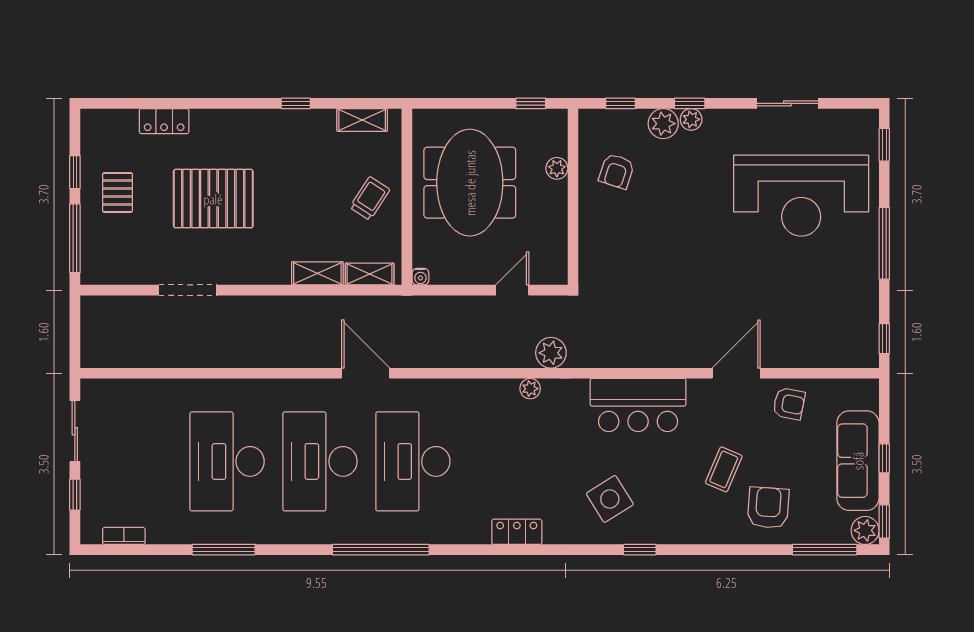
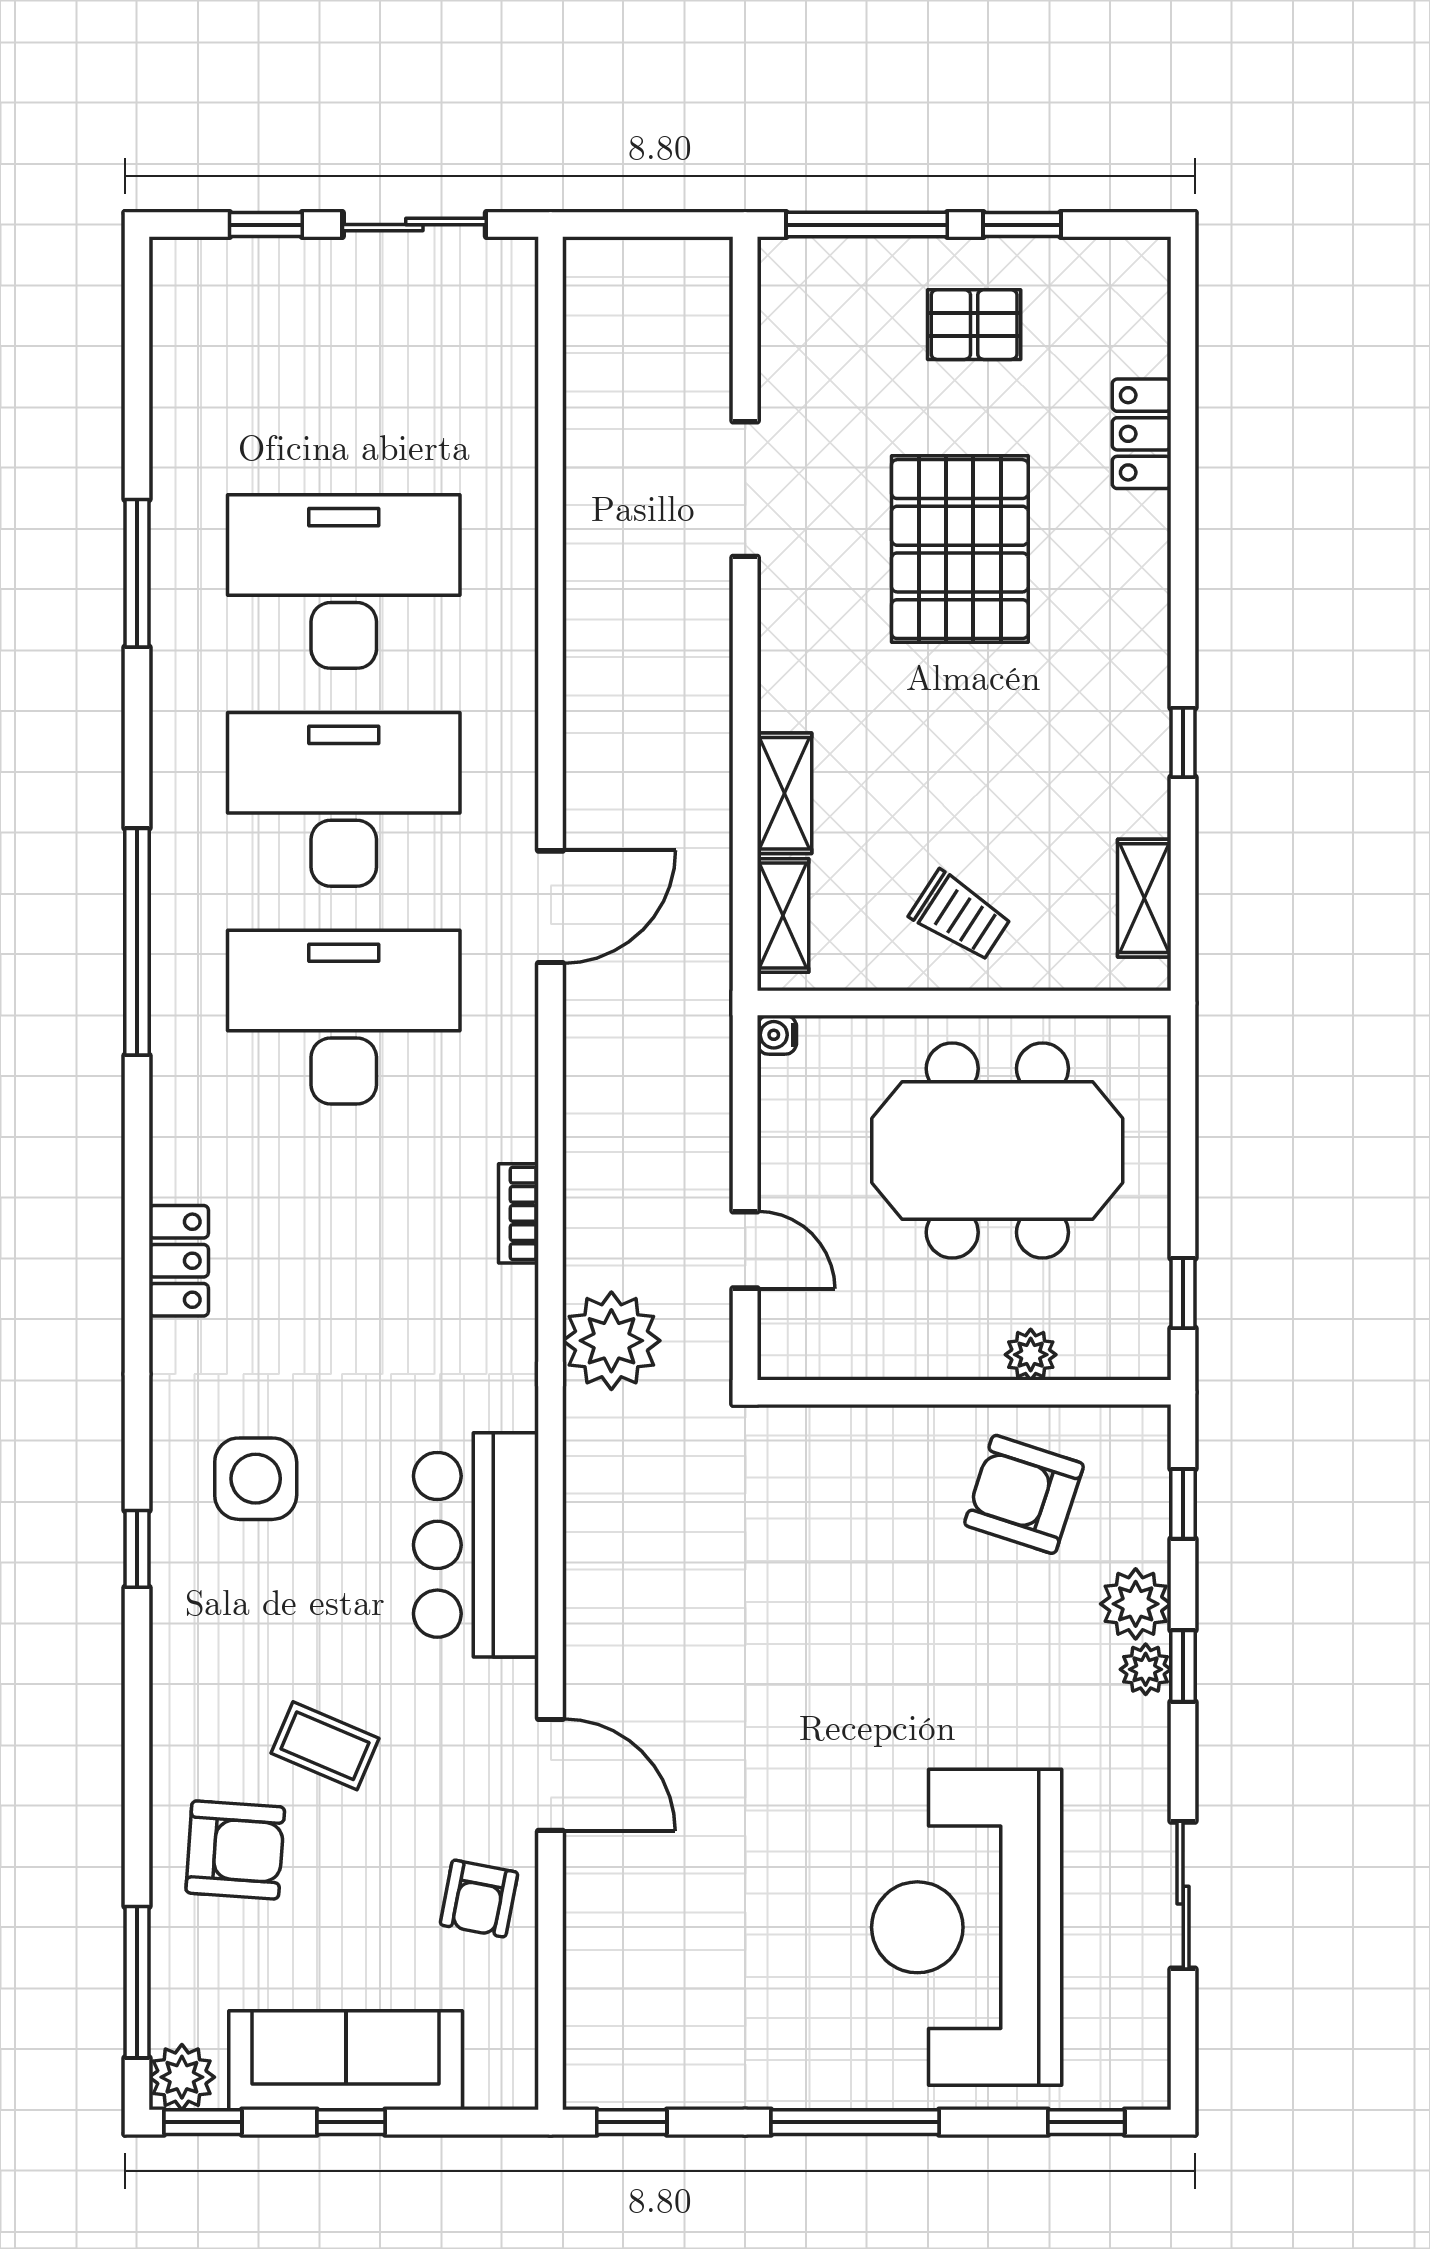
armchair: (617, 171) -> (1024, 1494), width x1.38, depth x1.38
plant: (551, 353) -> (611, 1341), width x1.36, depth x1.36
plant: (530, 389) -> (514, 1292), removed
side table: (610, 499) -> (256, 1479), turned 32
bookcase: (124, 536) -> (518, 1213), moved, turned 180

